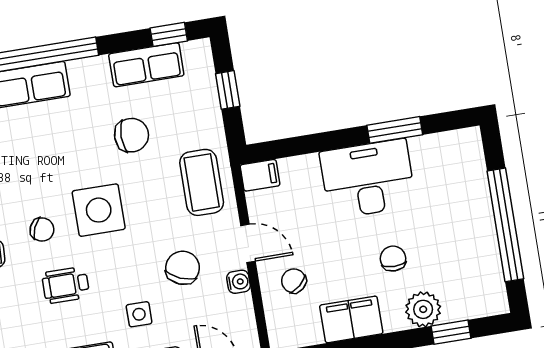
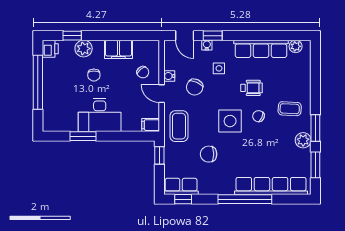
row of seats: (146, 65) -> (181, 186), moved
window: (228, 90) -> (159, 155), moved
printer: (491, 298) -> (50, 49), added

